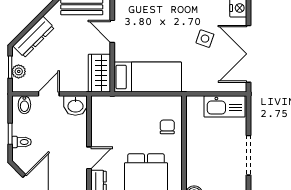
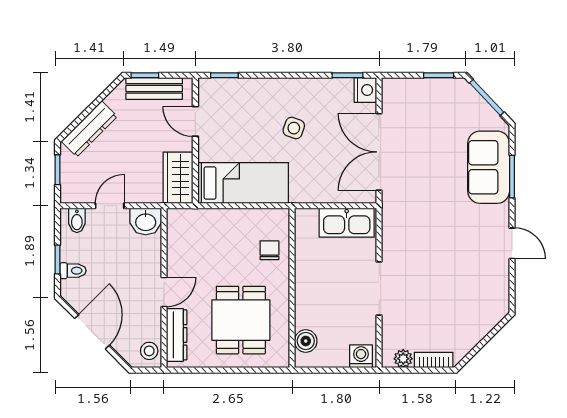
side table: (205, 39) -> (294, 128), moved
plant: (19, 71) -> (69, 175), removed

